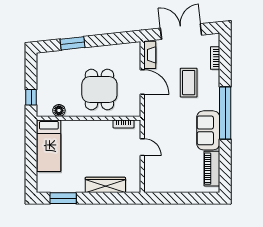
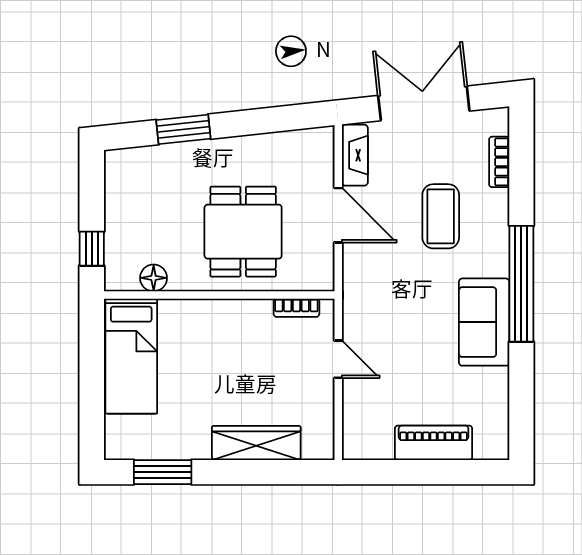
piano: (212, 169) -> (434, 443), moved, turned 90

